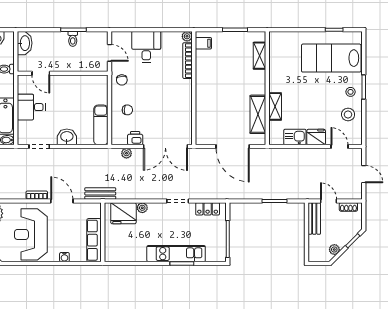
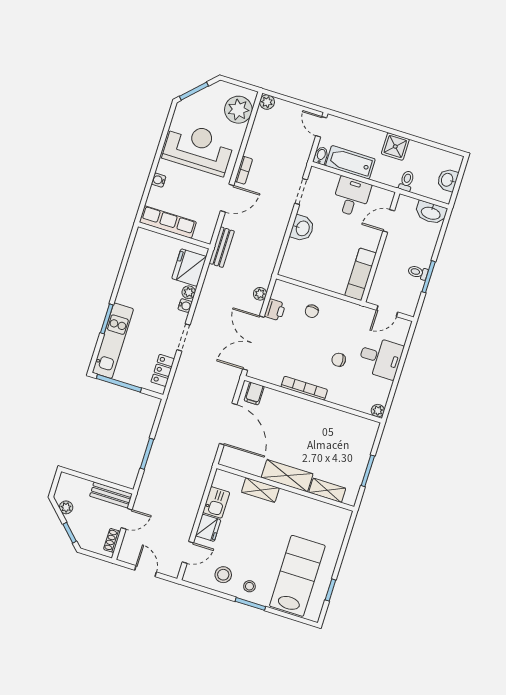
filing cabinet: (203, 43) -> (254, 393), moved
bookcase: (187, 61) -> (304, 388), moved
chair: (122, 80) -> (339, 360), moved
shelving: (258, 114) -> (287, 476), moved
exam couch: (101, 125) -> (361, 274), moved, turned -90
door: (233, 147) -> (228, 424), swing flipped
door: (364, 174) -> (146, 571), swing flipped
water cooler: (153, 207) -> (185, 306), added
kitchen unit: (176, 254) -> (113, 341), moved

